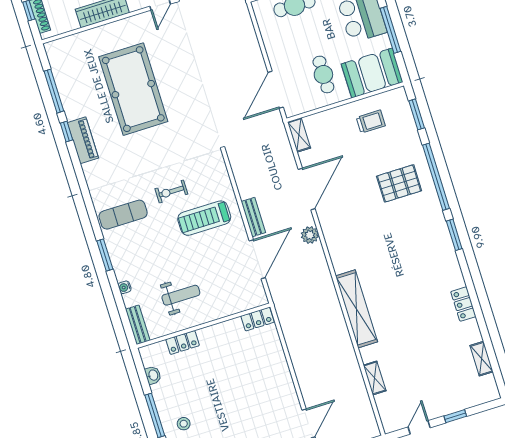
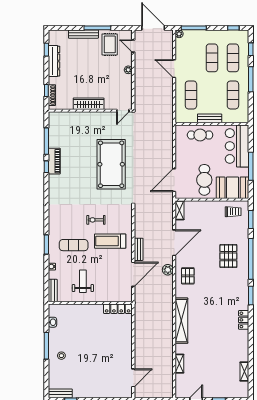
cafe table: (323, 74) -> (204, 180), width x1.37, depth x1.35
pool table: (133, 89) -> (111, 164), moved
trolley: (371, 122) -> (233, 212), moved
piano: (83, 140) -> (54, 161), moved
pallet: (399, 183) -> (228, 256), turned 90
exercise mat: (123, 215) -> (74, 245), moved
pallet: (345, 235) -> (188, 276), added
weight bench: (181, 295) -> (83, 281), turned -90
locker: (463, 304) -> (244, 320), moved
locker: (258, 319) -> (118, 309), width x1.53
locker: (183, 342) -> (75, 309), removed

